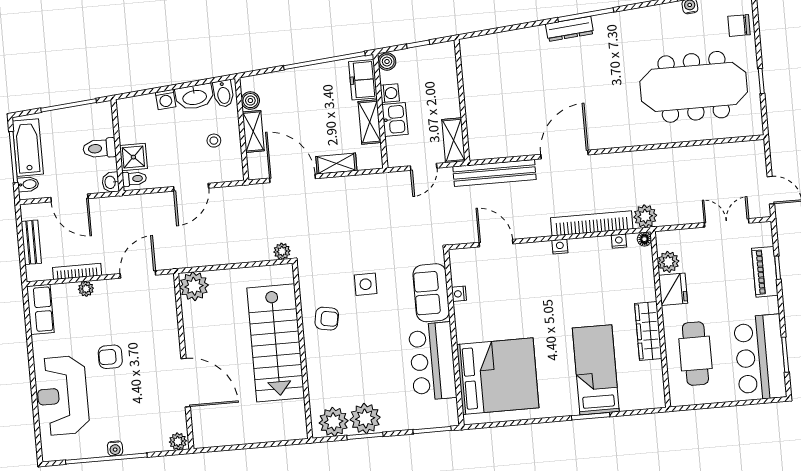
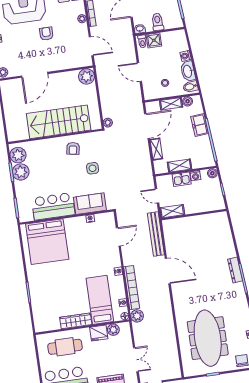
freezer: (363, 80) -> (200, 125), moved, turned -95
bed: (596, 370) -> (100, 300), moved, turned -90

